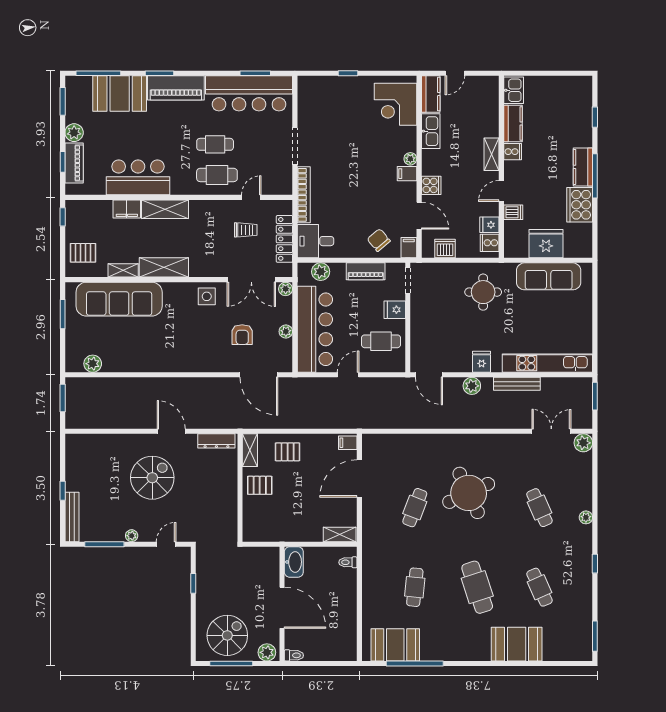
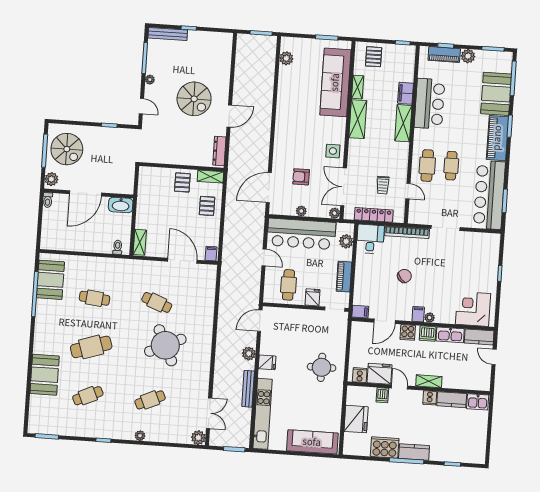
fridge: (489, 225) -> (379, 374), width x1.88, depth x1.34
chair: (379, 240) -> (404, 276), moved
dishwasher: (445, 248) -> (428, 334), moved, turned 90
sofa: (549, 276) -> (312, 442), moved, turned 90

